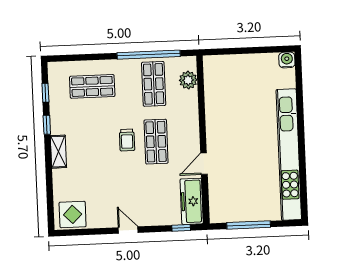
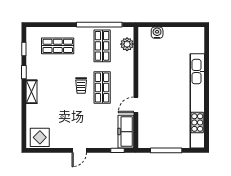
water cooler: (287, 60) -> (157, 33), moved
door: (128, 230) -> (79, 150), swing flipped

